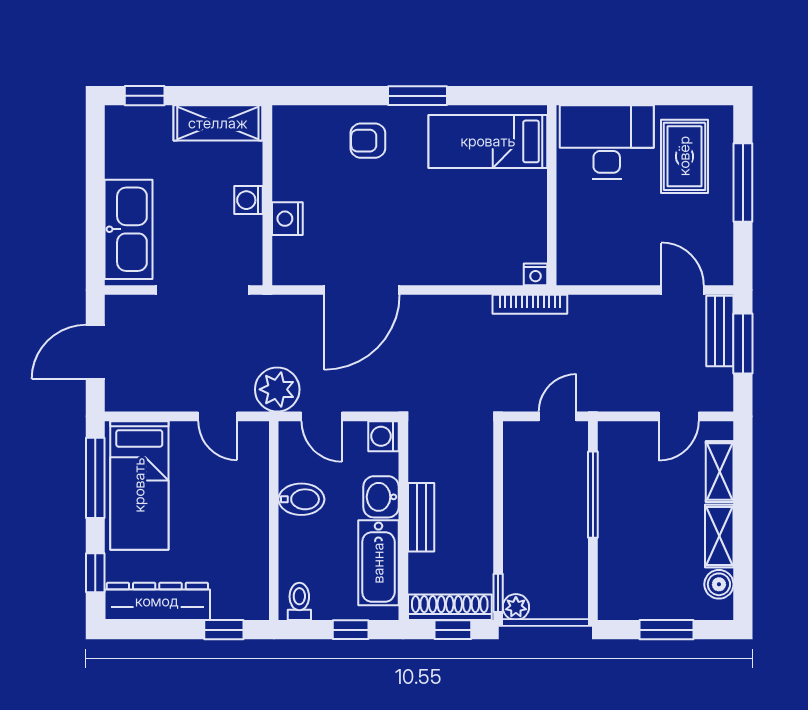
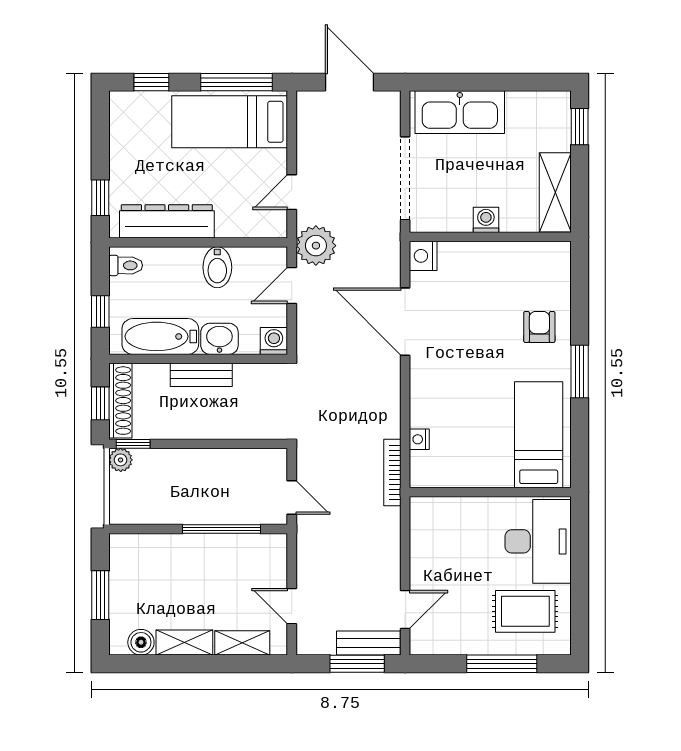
nightstand: (287, 219) -> (423, 256), moved, turned -90
nightstand: (535, 274) -> (419, 439), moved
dresser: (157, 601) -> (167, 221), moved, turned -90

